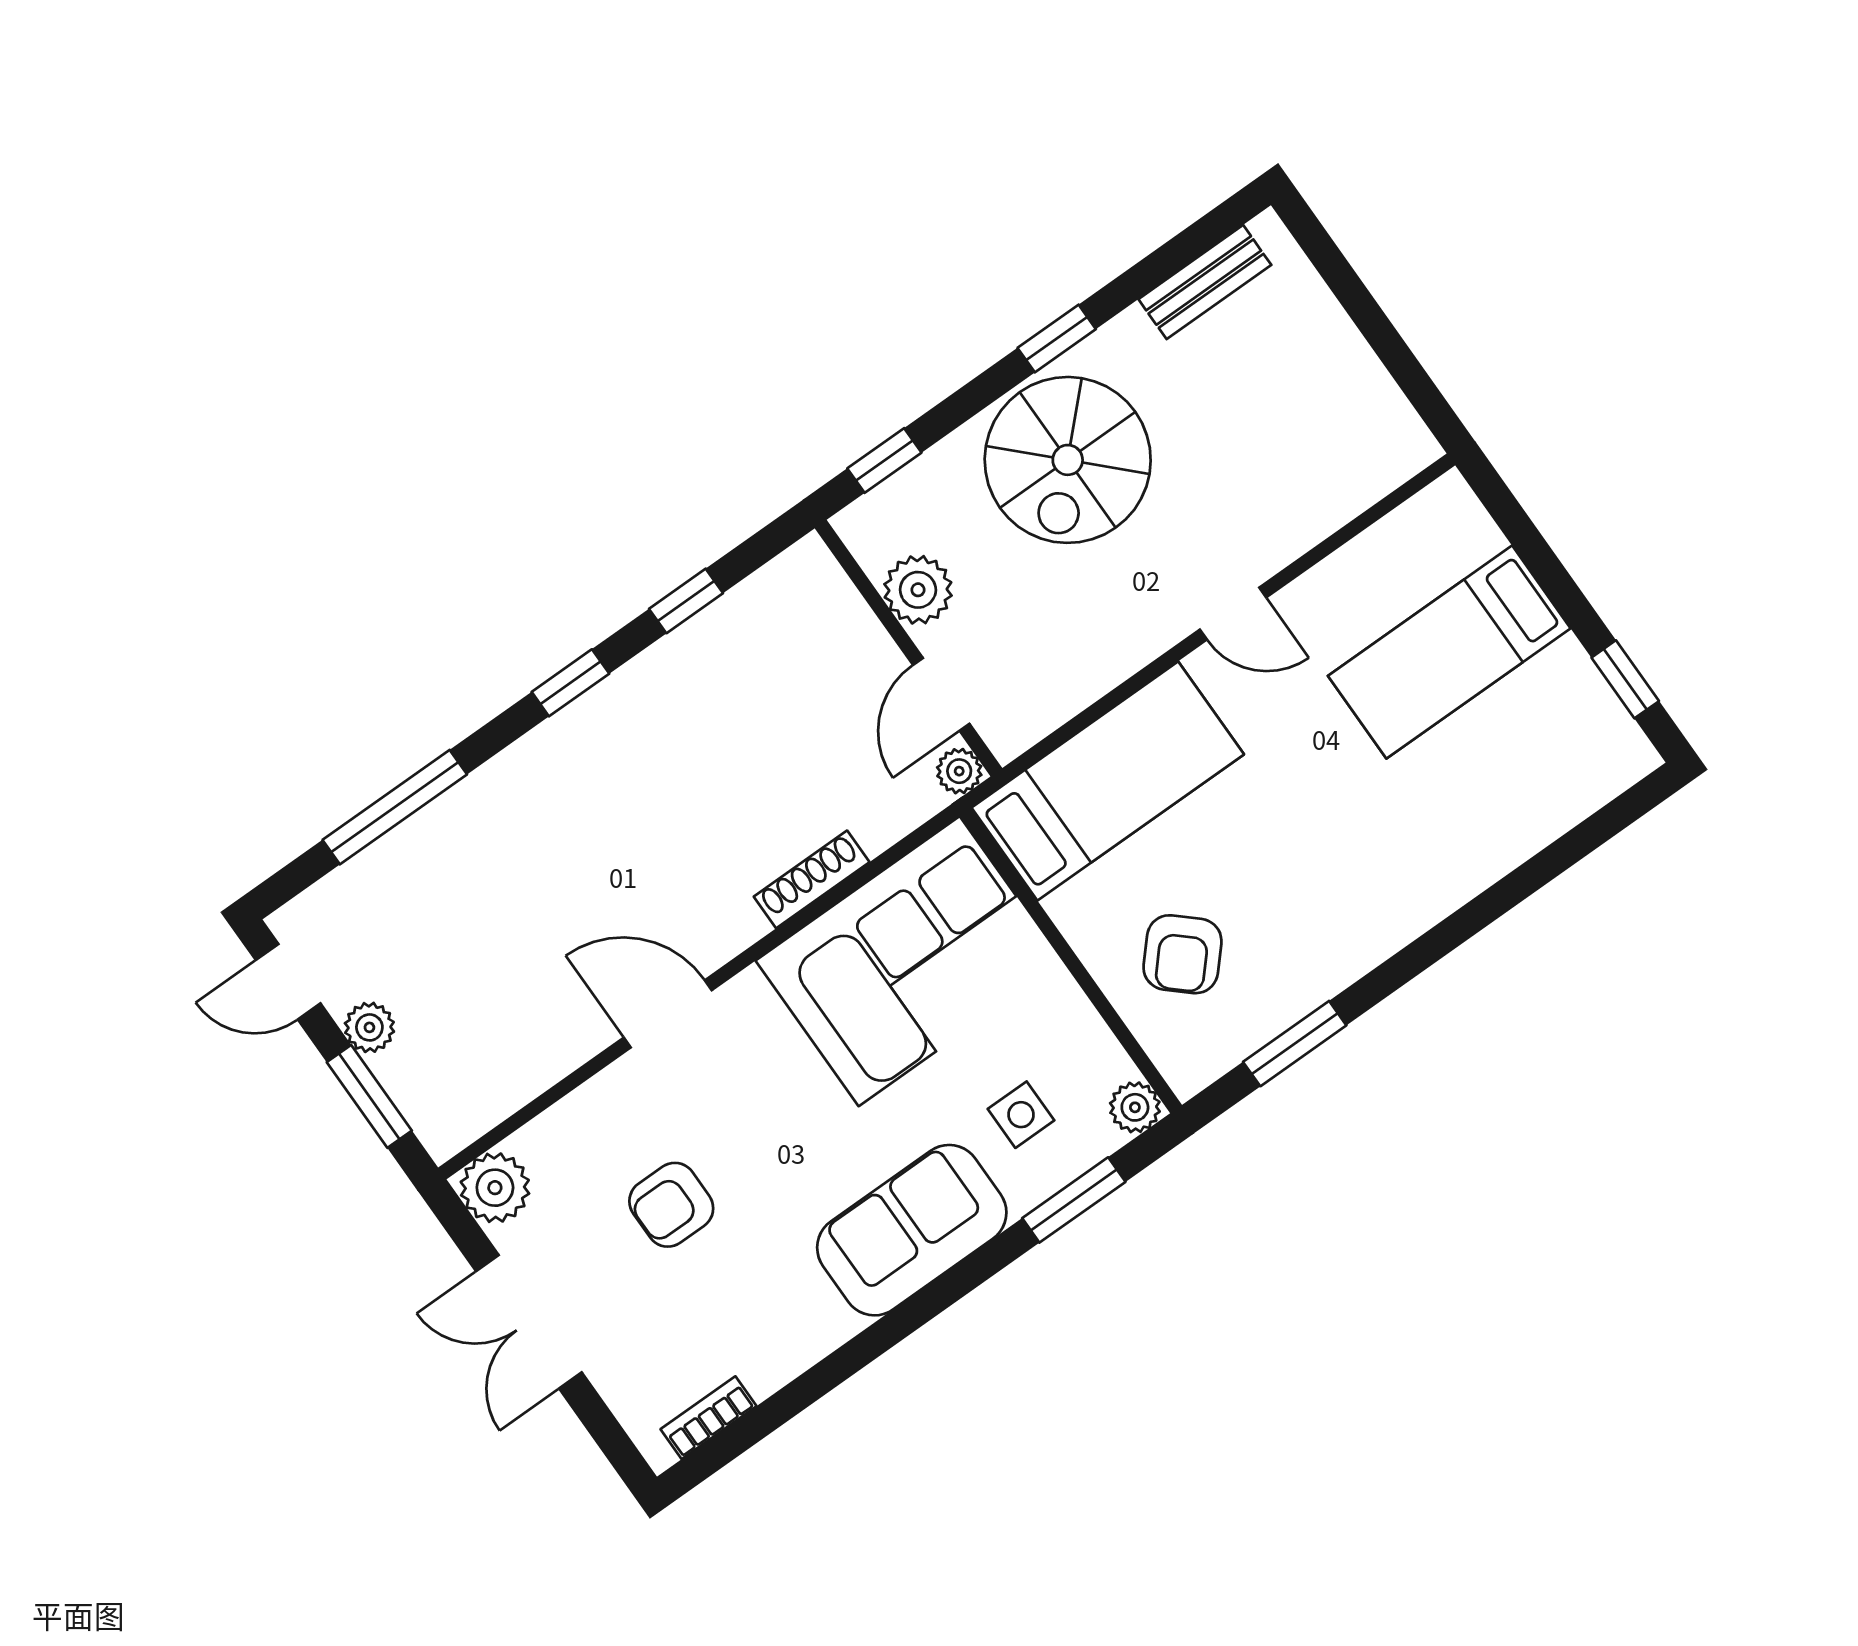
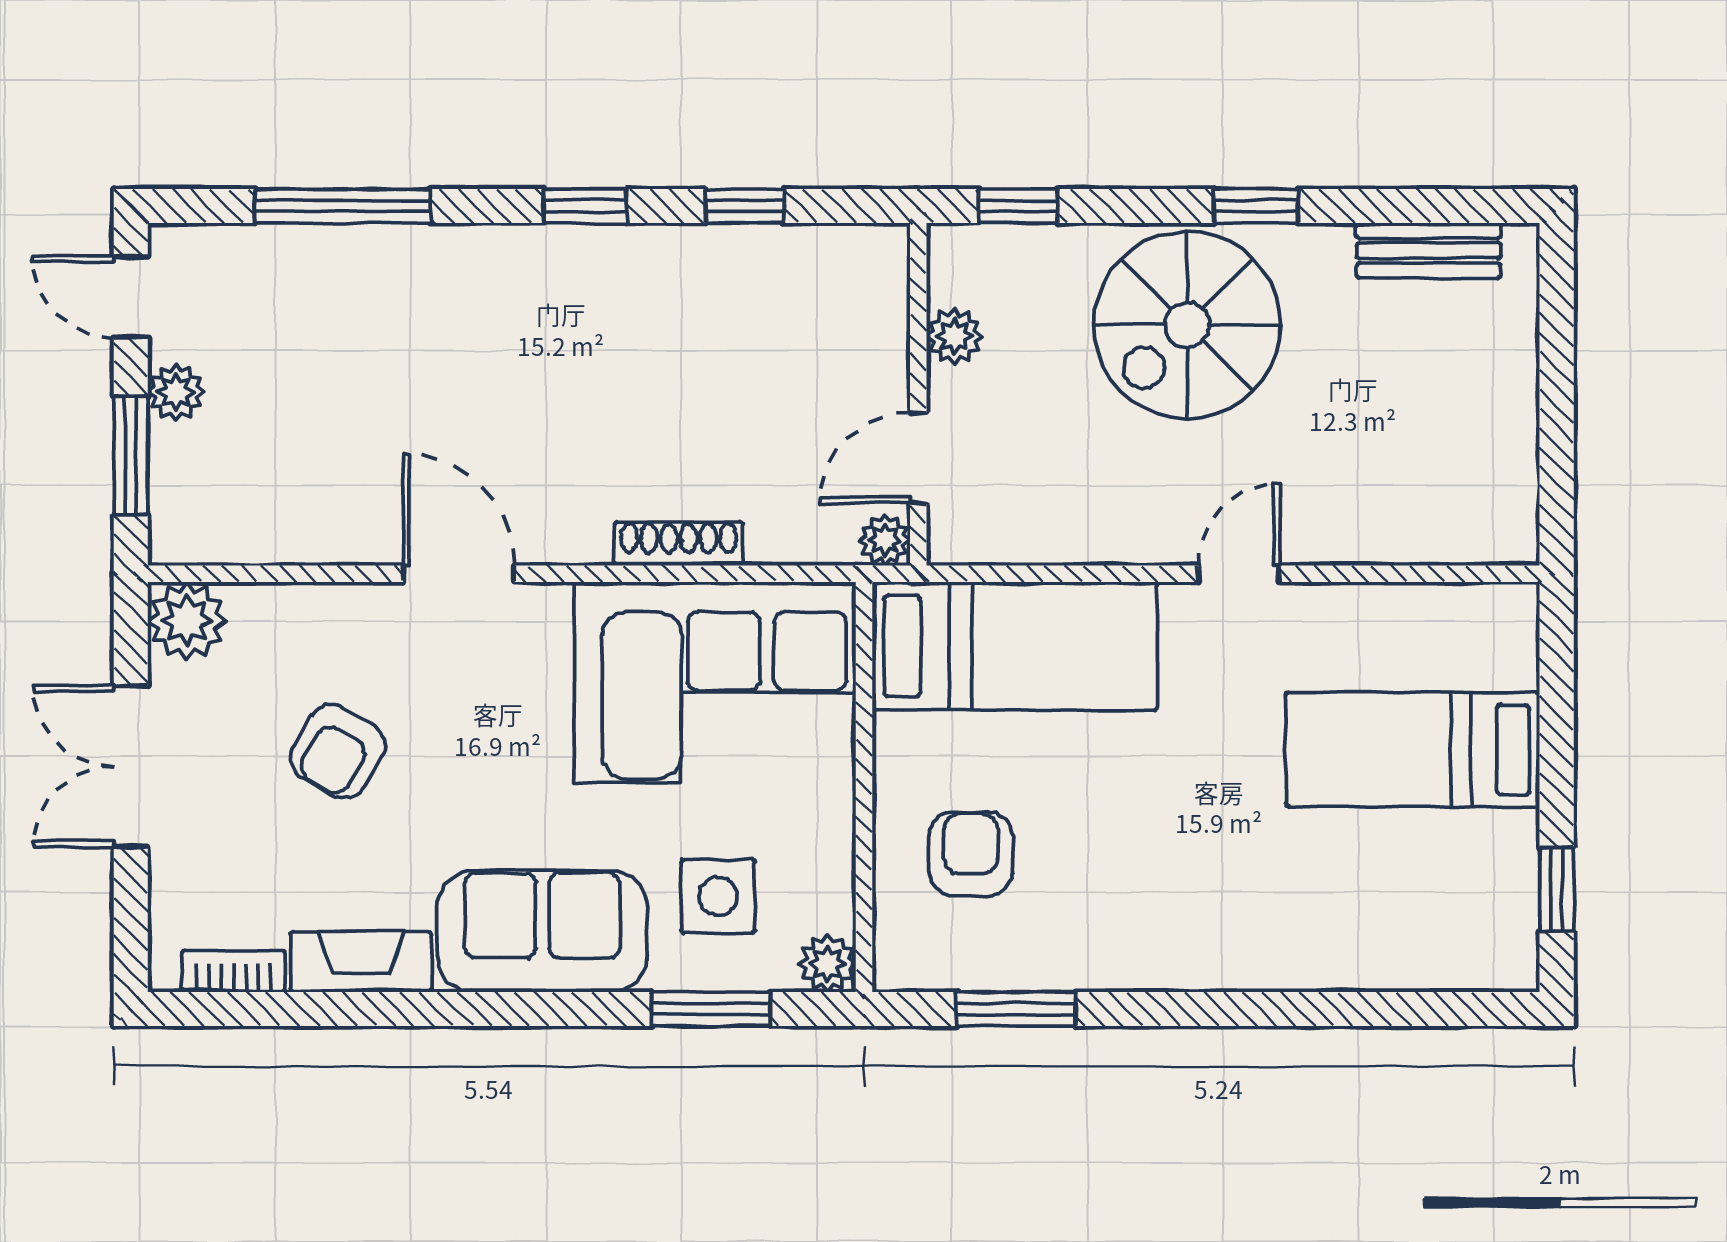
plant: (918, 590) -> (954, 336), width x0.73, depth x0.73
door: (1233, 614) -> (1239, 574), swing flipped
armchair: (1182, 954) -> (971, 854), turned 138
side table: (1021, 1115) -> (718, 896), width x1.37, depth x1.37
armchair: (671, 1205) -> (338, 751), turned -60
fireplace: (796, 1345) -> (361, 962), added

